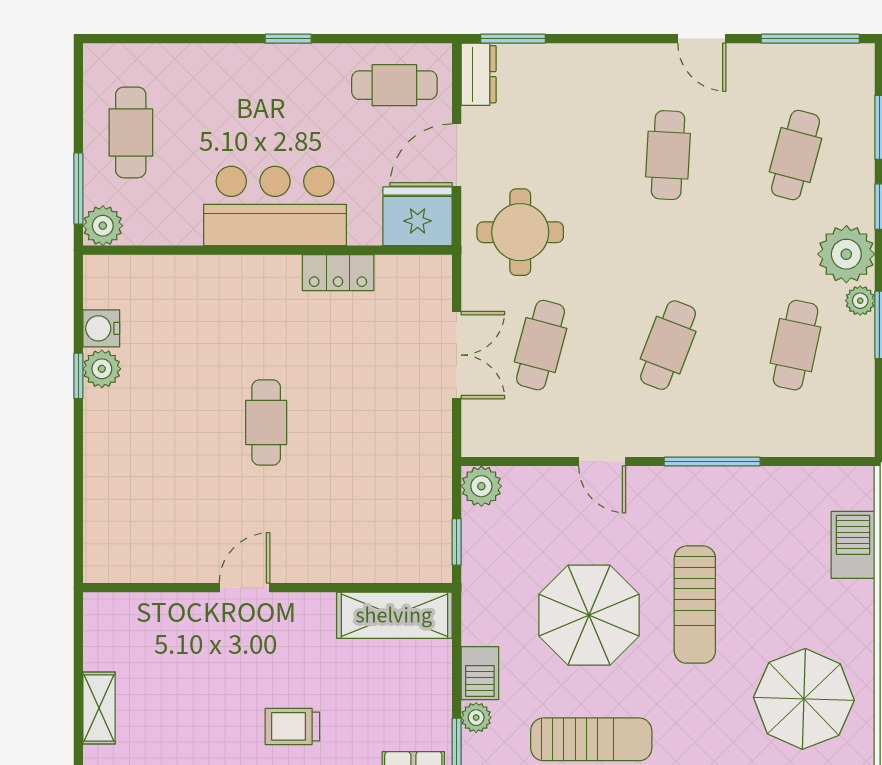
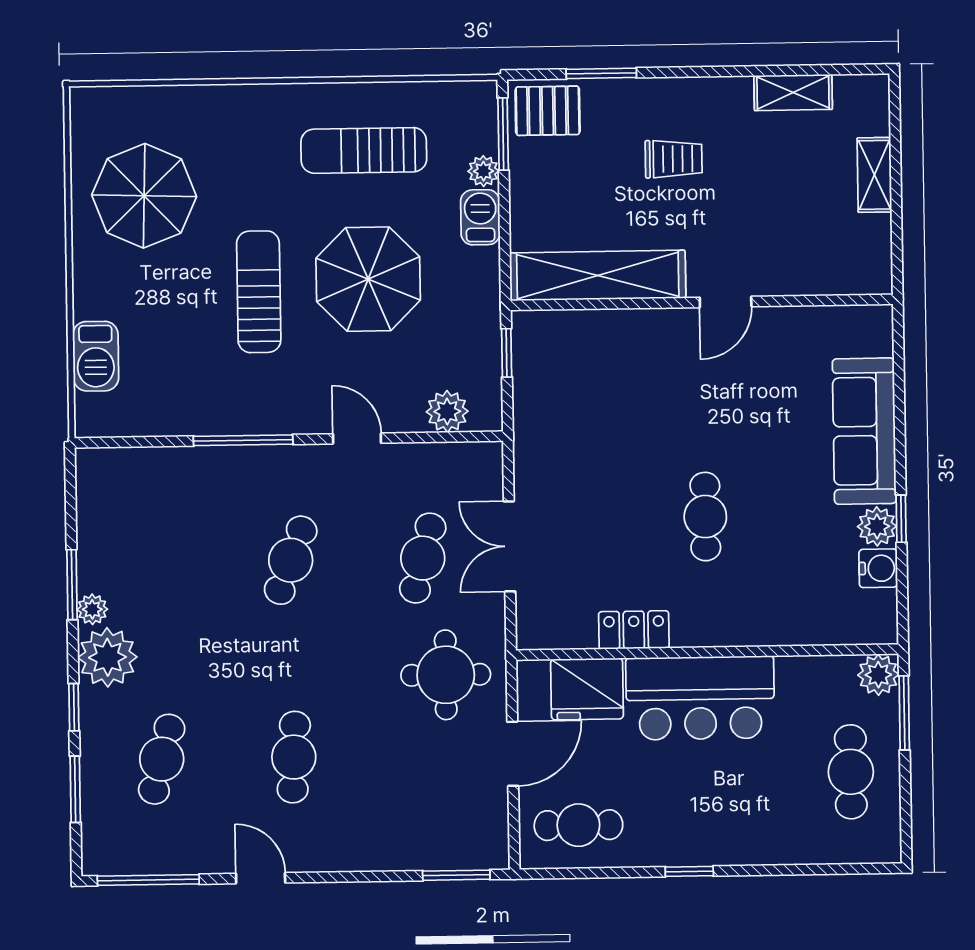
dresser: (479, 74) -> (491, 838), removed
fridge: (418, 216) -> (587, 689), moved
cafe table: (796, 345) -> (159, 562), removed
cafe table: (266, 423) -> (705, 517), moved
sofa: (113, 461) -> (864, 431), added
plant: (481, 486) -> (447, 411), moved
shelving: (394, 615) -> (598, 275), width x1.47

